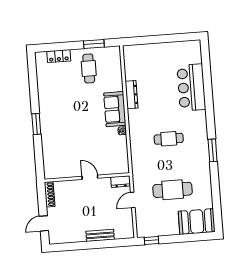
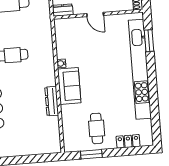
window: (36, 124) -> (149, 41), moved
kitchen unit: (47, 125) -> (140, 69), added

